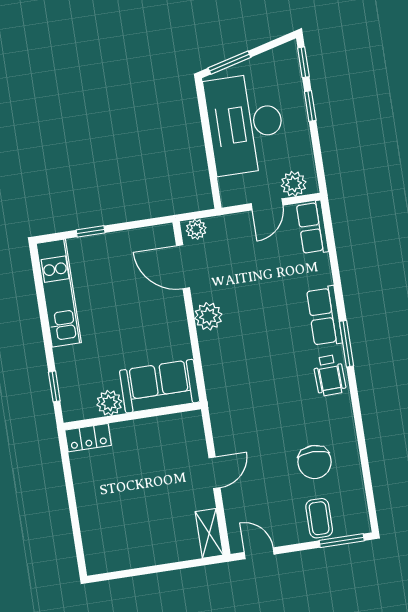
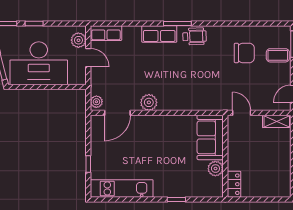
sofa: (160, 386) -> (210, 137), moved
plant: (109, 403) -> (215, 169), moved
wall: (132, 416) -> (225, 156), moved
locker: (88, 438) -> (234, 184), moved

